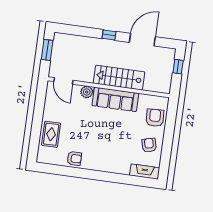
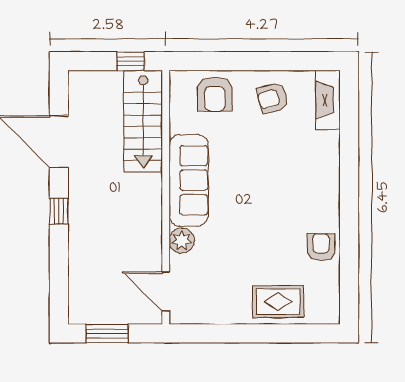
window: (178, 67) -> (131, 61), moved
stairs: (119, 78) -> (143, 121), moved
door: (63, 81) -> (166, 292), swing flipped
armchair: (155, 118) -> (215, 94), turned -87

